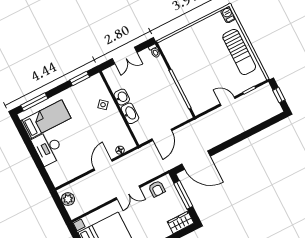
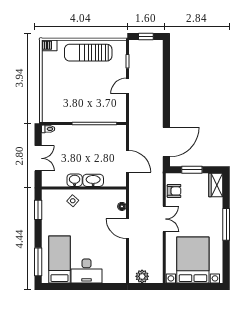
sun lounger: (239, 52) -> (88, 53), turned 180
window: (183, 195) -> (192, 170), width x0.69

